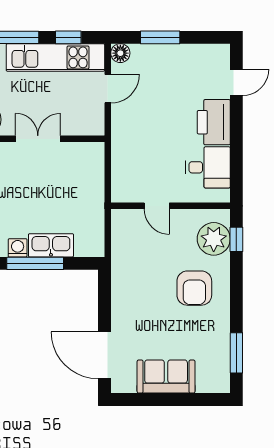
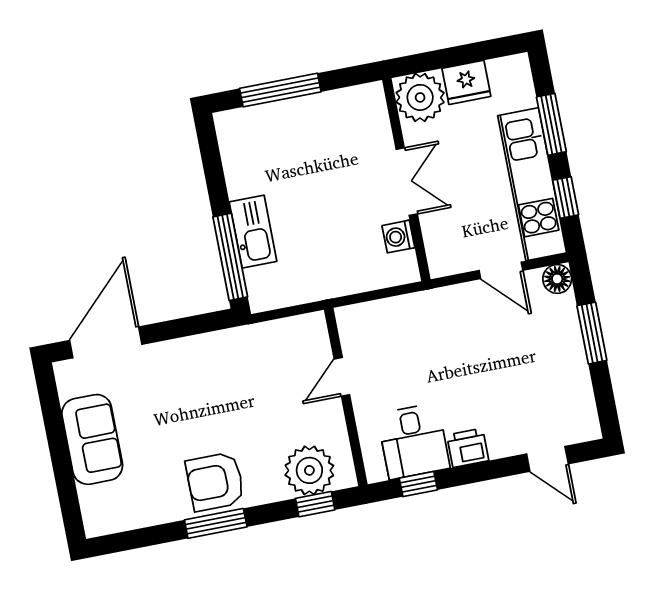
printer: (214, 122) -> (468, 448), width x0.53, depth x0.68
window: (236, 170) -> (418, 484), added
washing machine: (18, 248) -> (398, 237), moved, turned 180
window: (35, 263) -> (230, 257), moved
armchair: (194, 288) -> (215, 482), moved
window: (236, 353) -> (216, 523), moved

